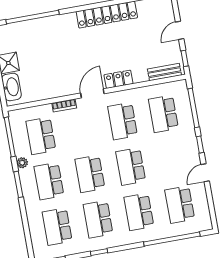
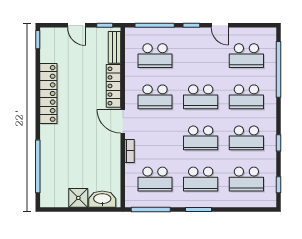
locker: (118, 79) -> (114, 86), width x1.53
plant: (22, 163) -> (178, 202), removed

